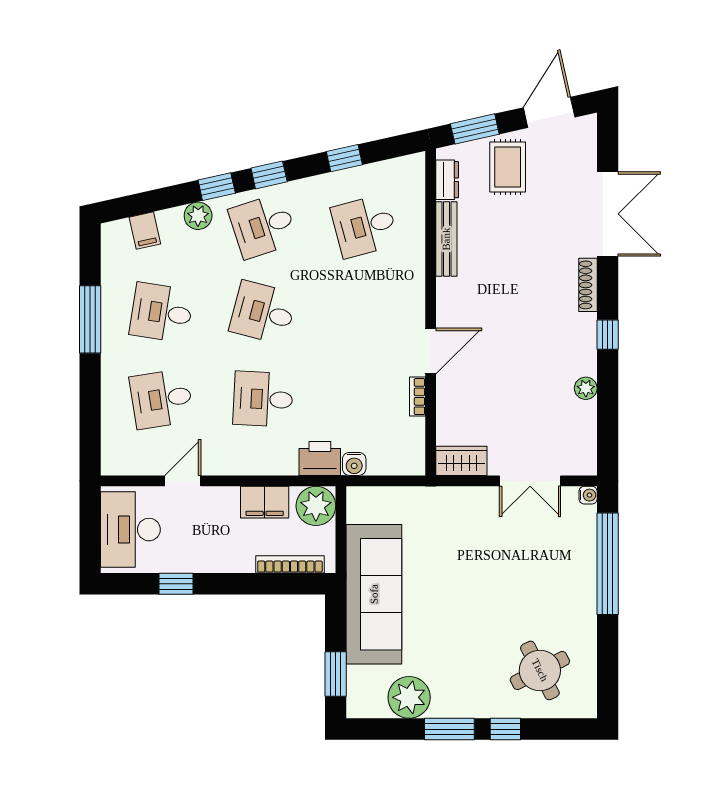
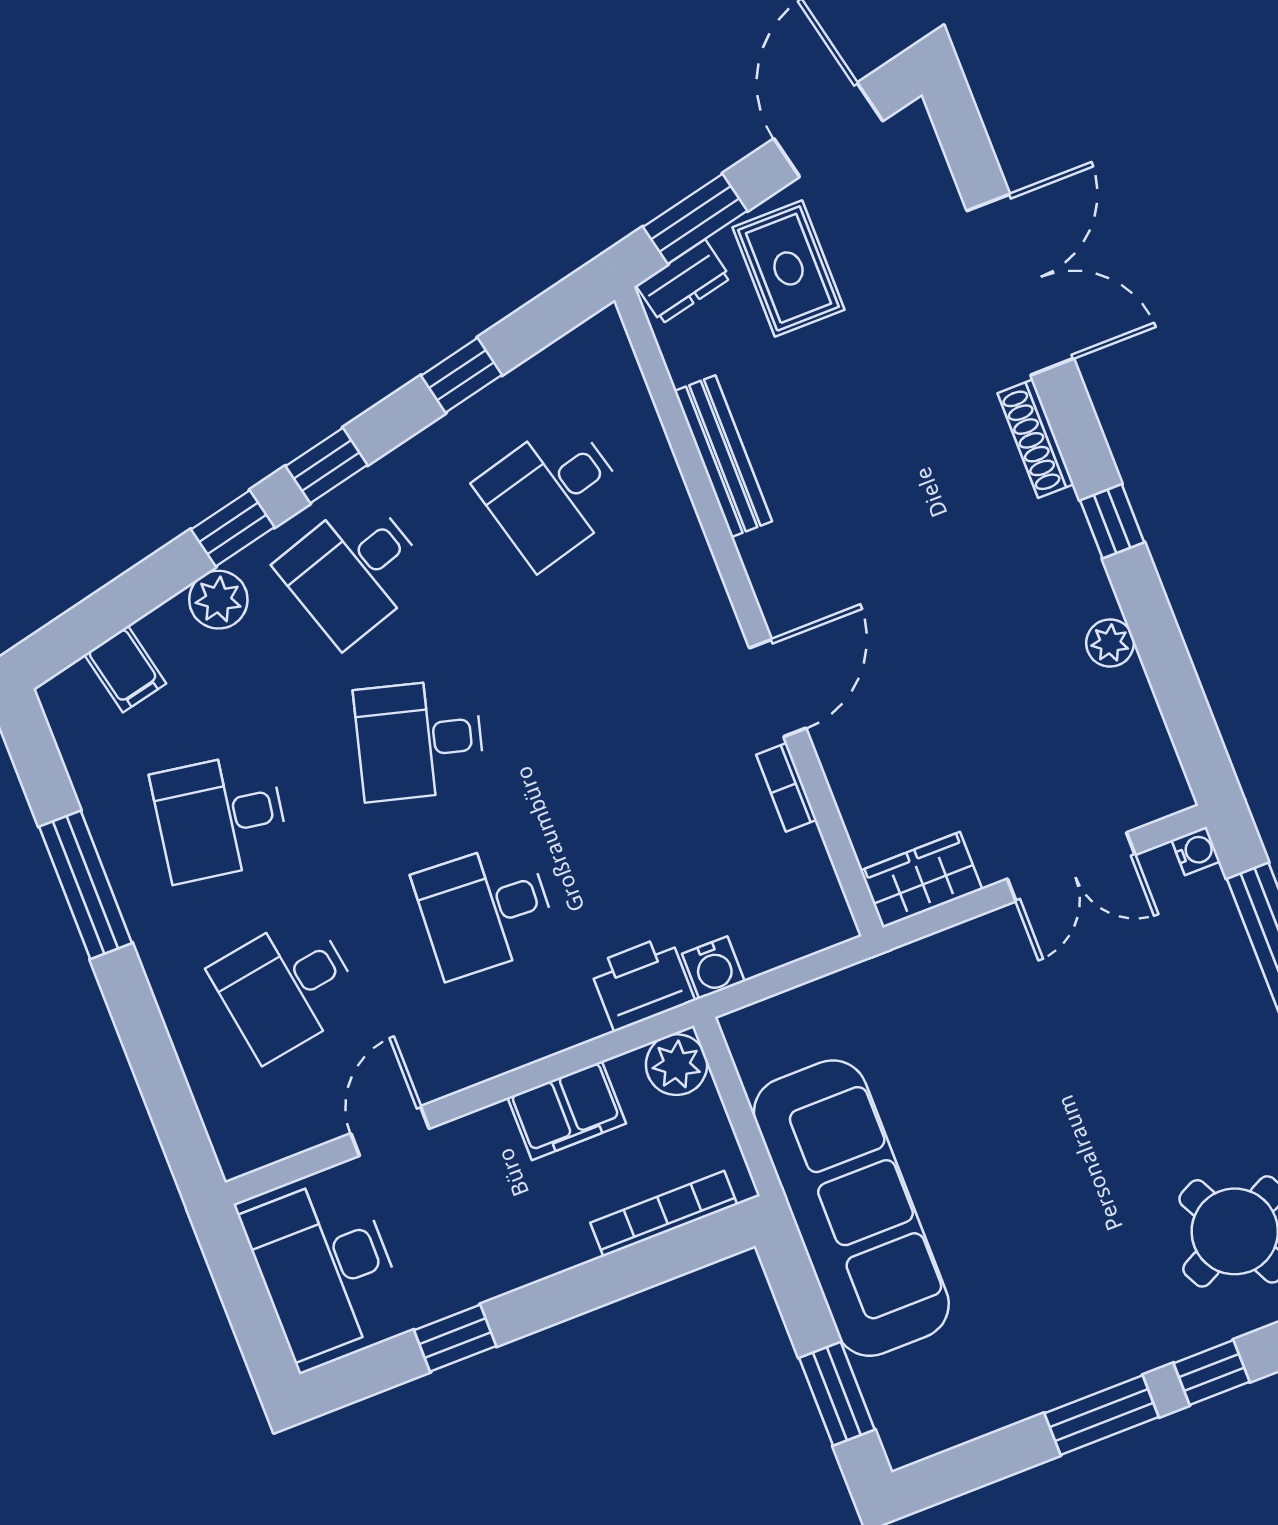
dresser: (447, 180) -> (683, 282), moved, turned 77
plant: (316, 506) -> (677, 1065), width x0.73, depth x0.73
plant: (409, 697) -> (999, 1384), removed

